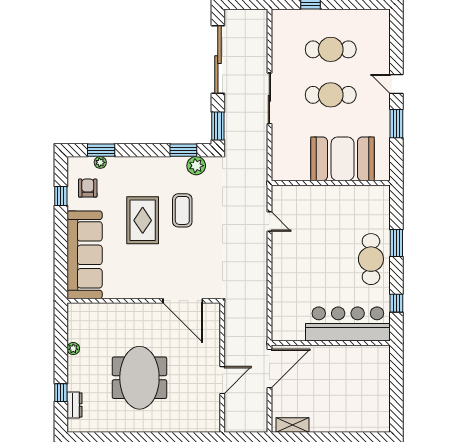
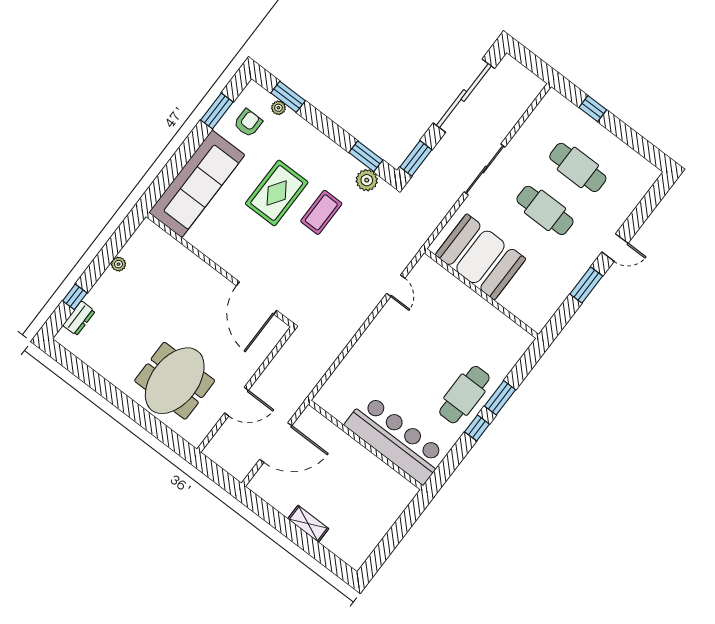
door: (396, 84) -> (615, 248), swing flipped
booth: (343, 159) -> (480, 257), moved
window: (61, 196) -> (217, 111), width x1.50
window: (396, 303) -> (477, 428), moved
door: (269, 369) -> (276, 442), moved
meeting table: (139, 378) -> (175, 381), moved
shelving: (293, 425) -> (308, 524), moved

